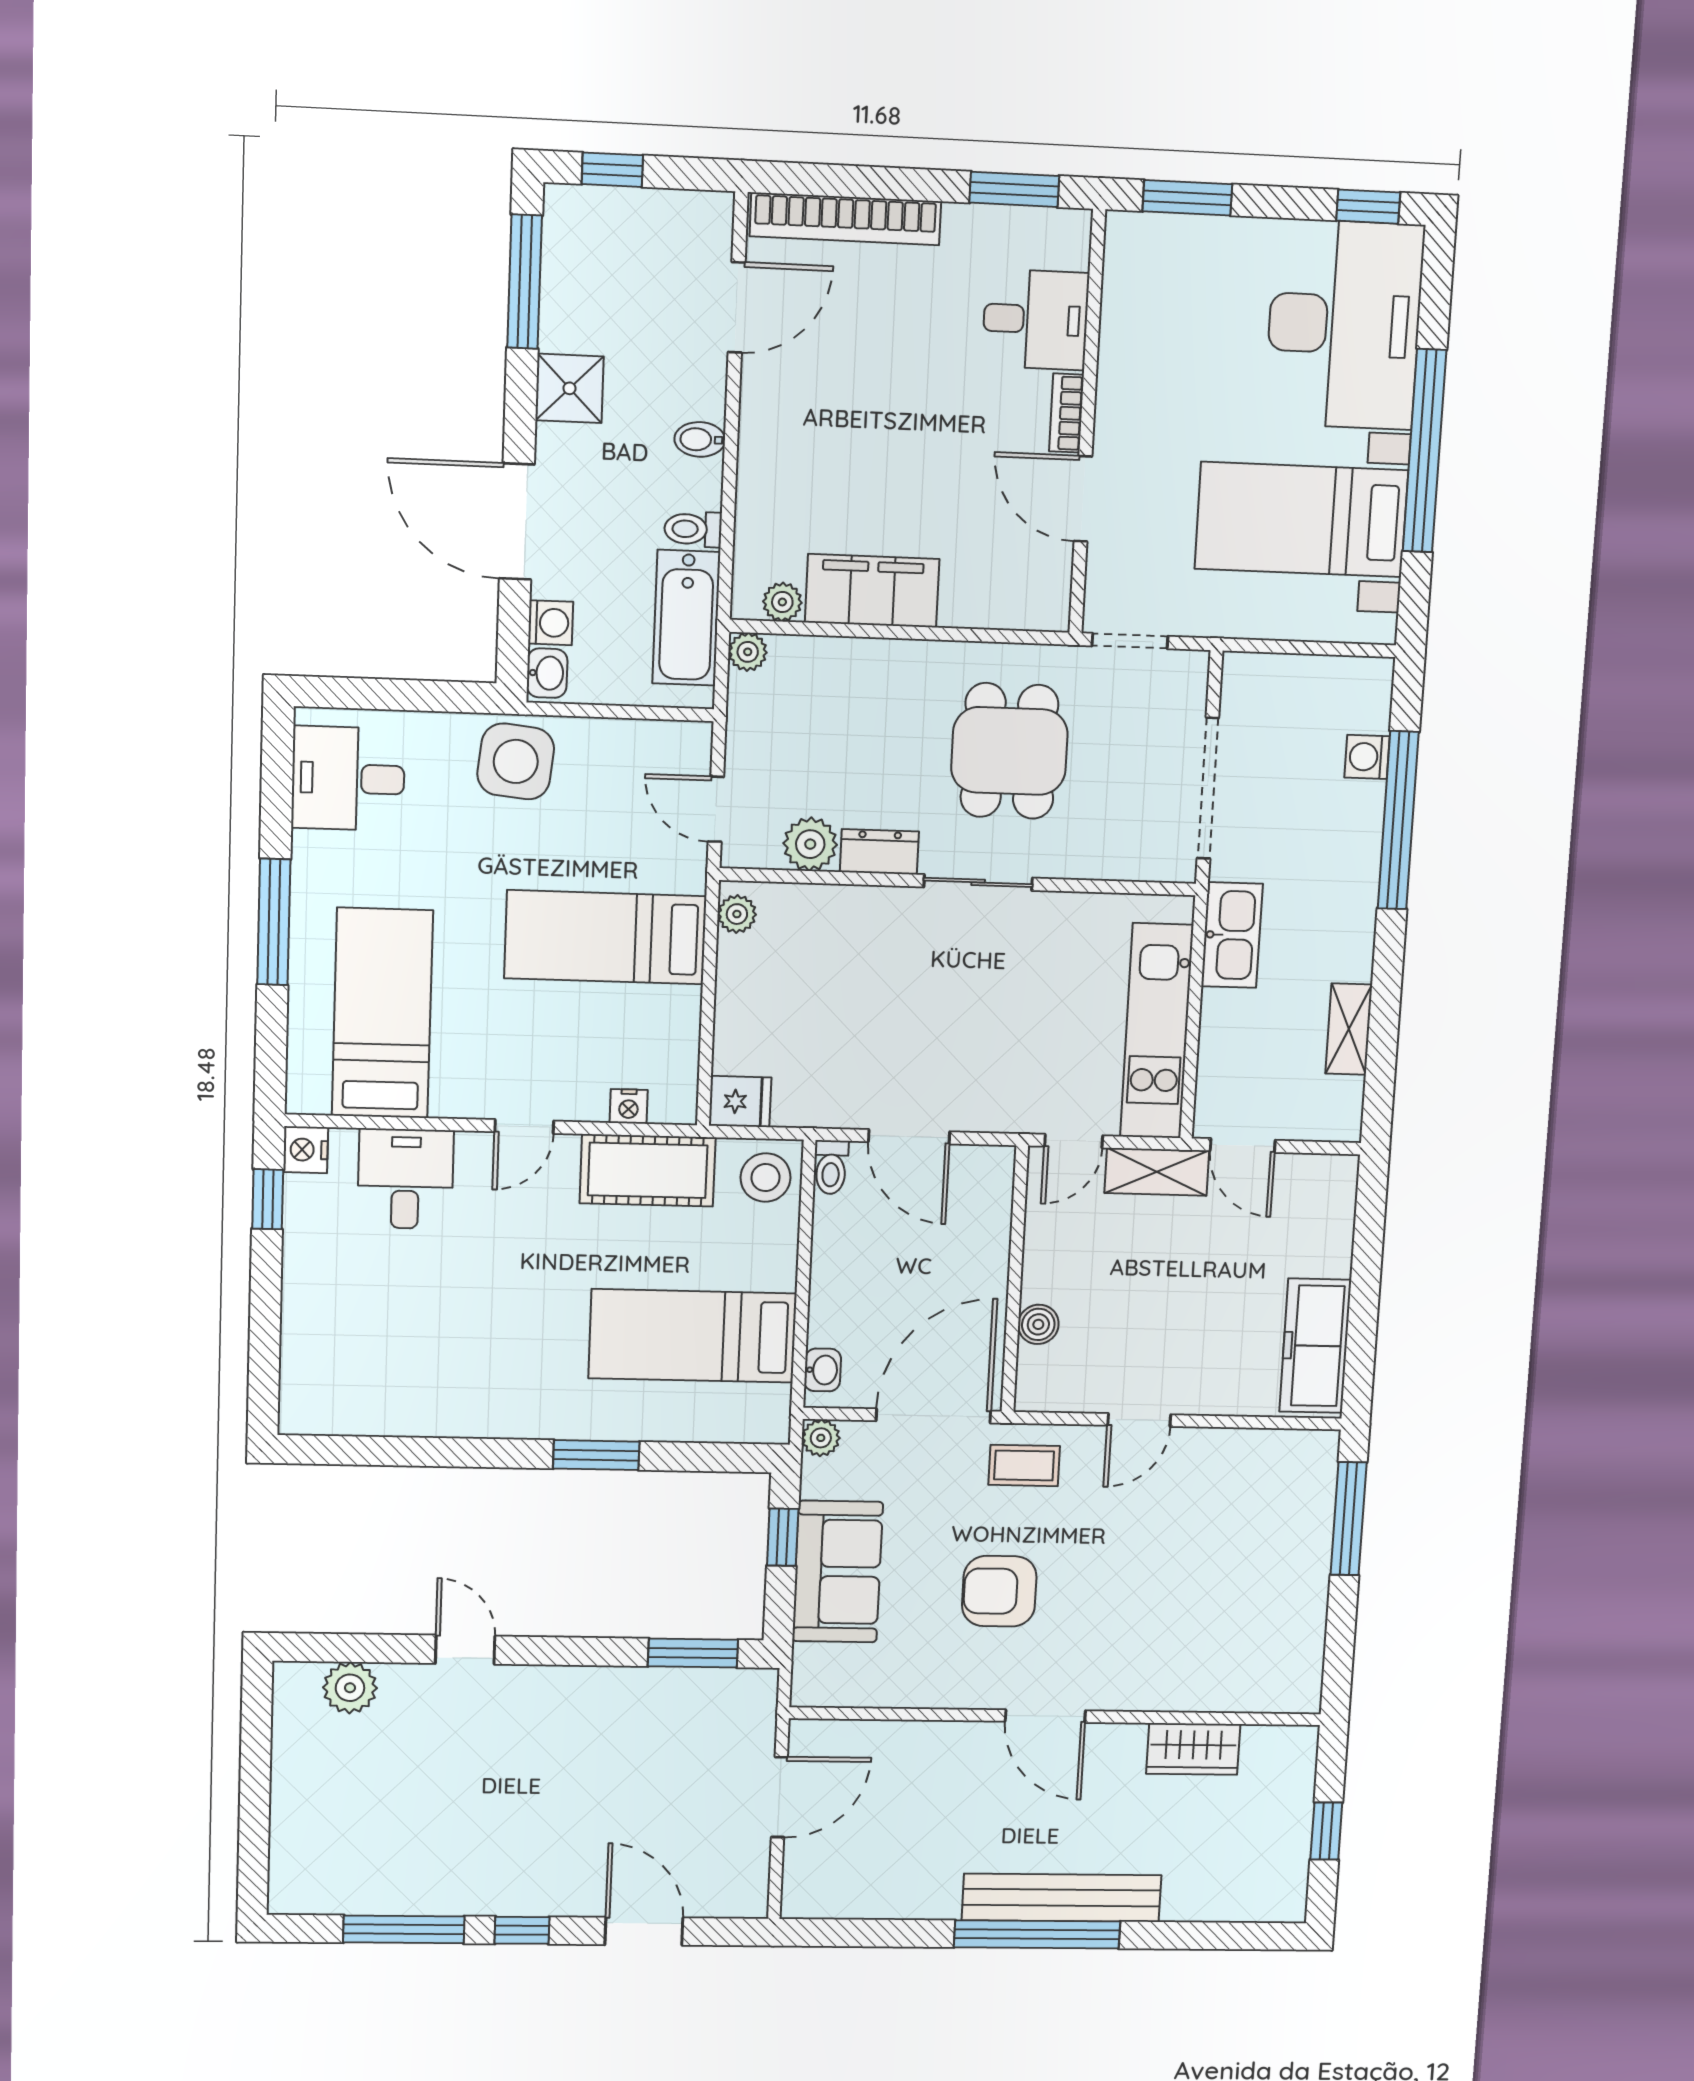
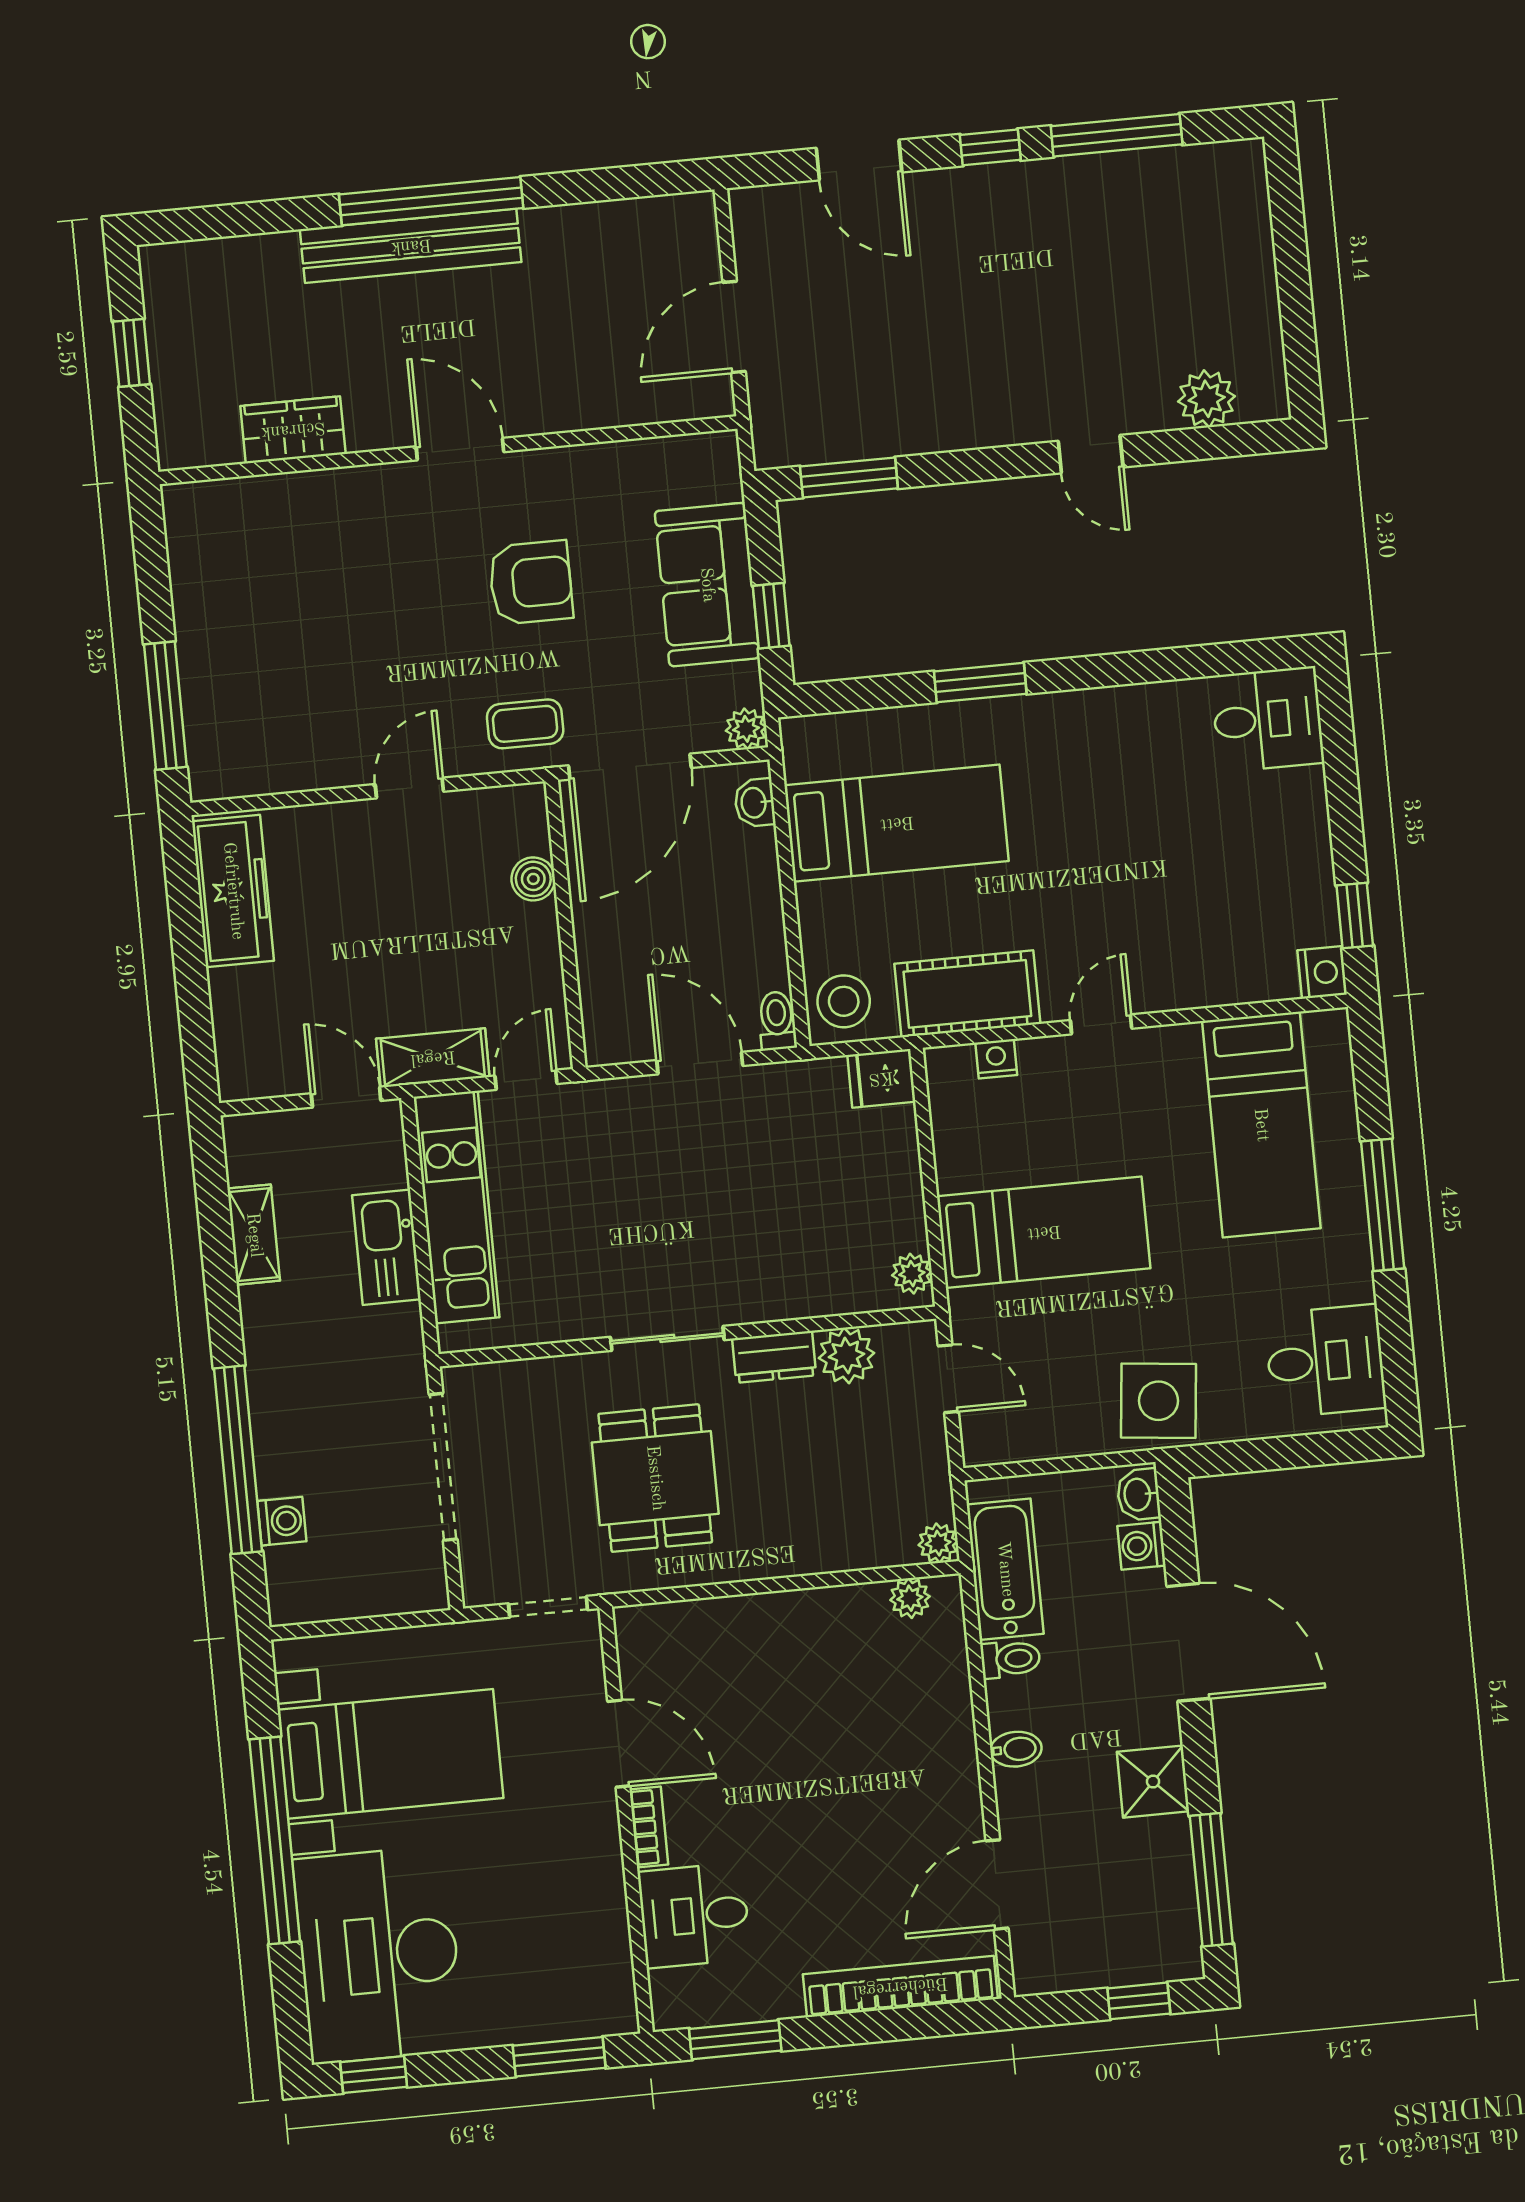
filing cabinet: (872, 591) -> (820, 1622), removed
kitchen sink: (1232, 935) -> (387, 1247), moved
desk: (405, 1179) -> (1268, 719), moved, turned -90

